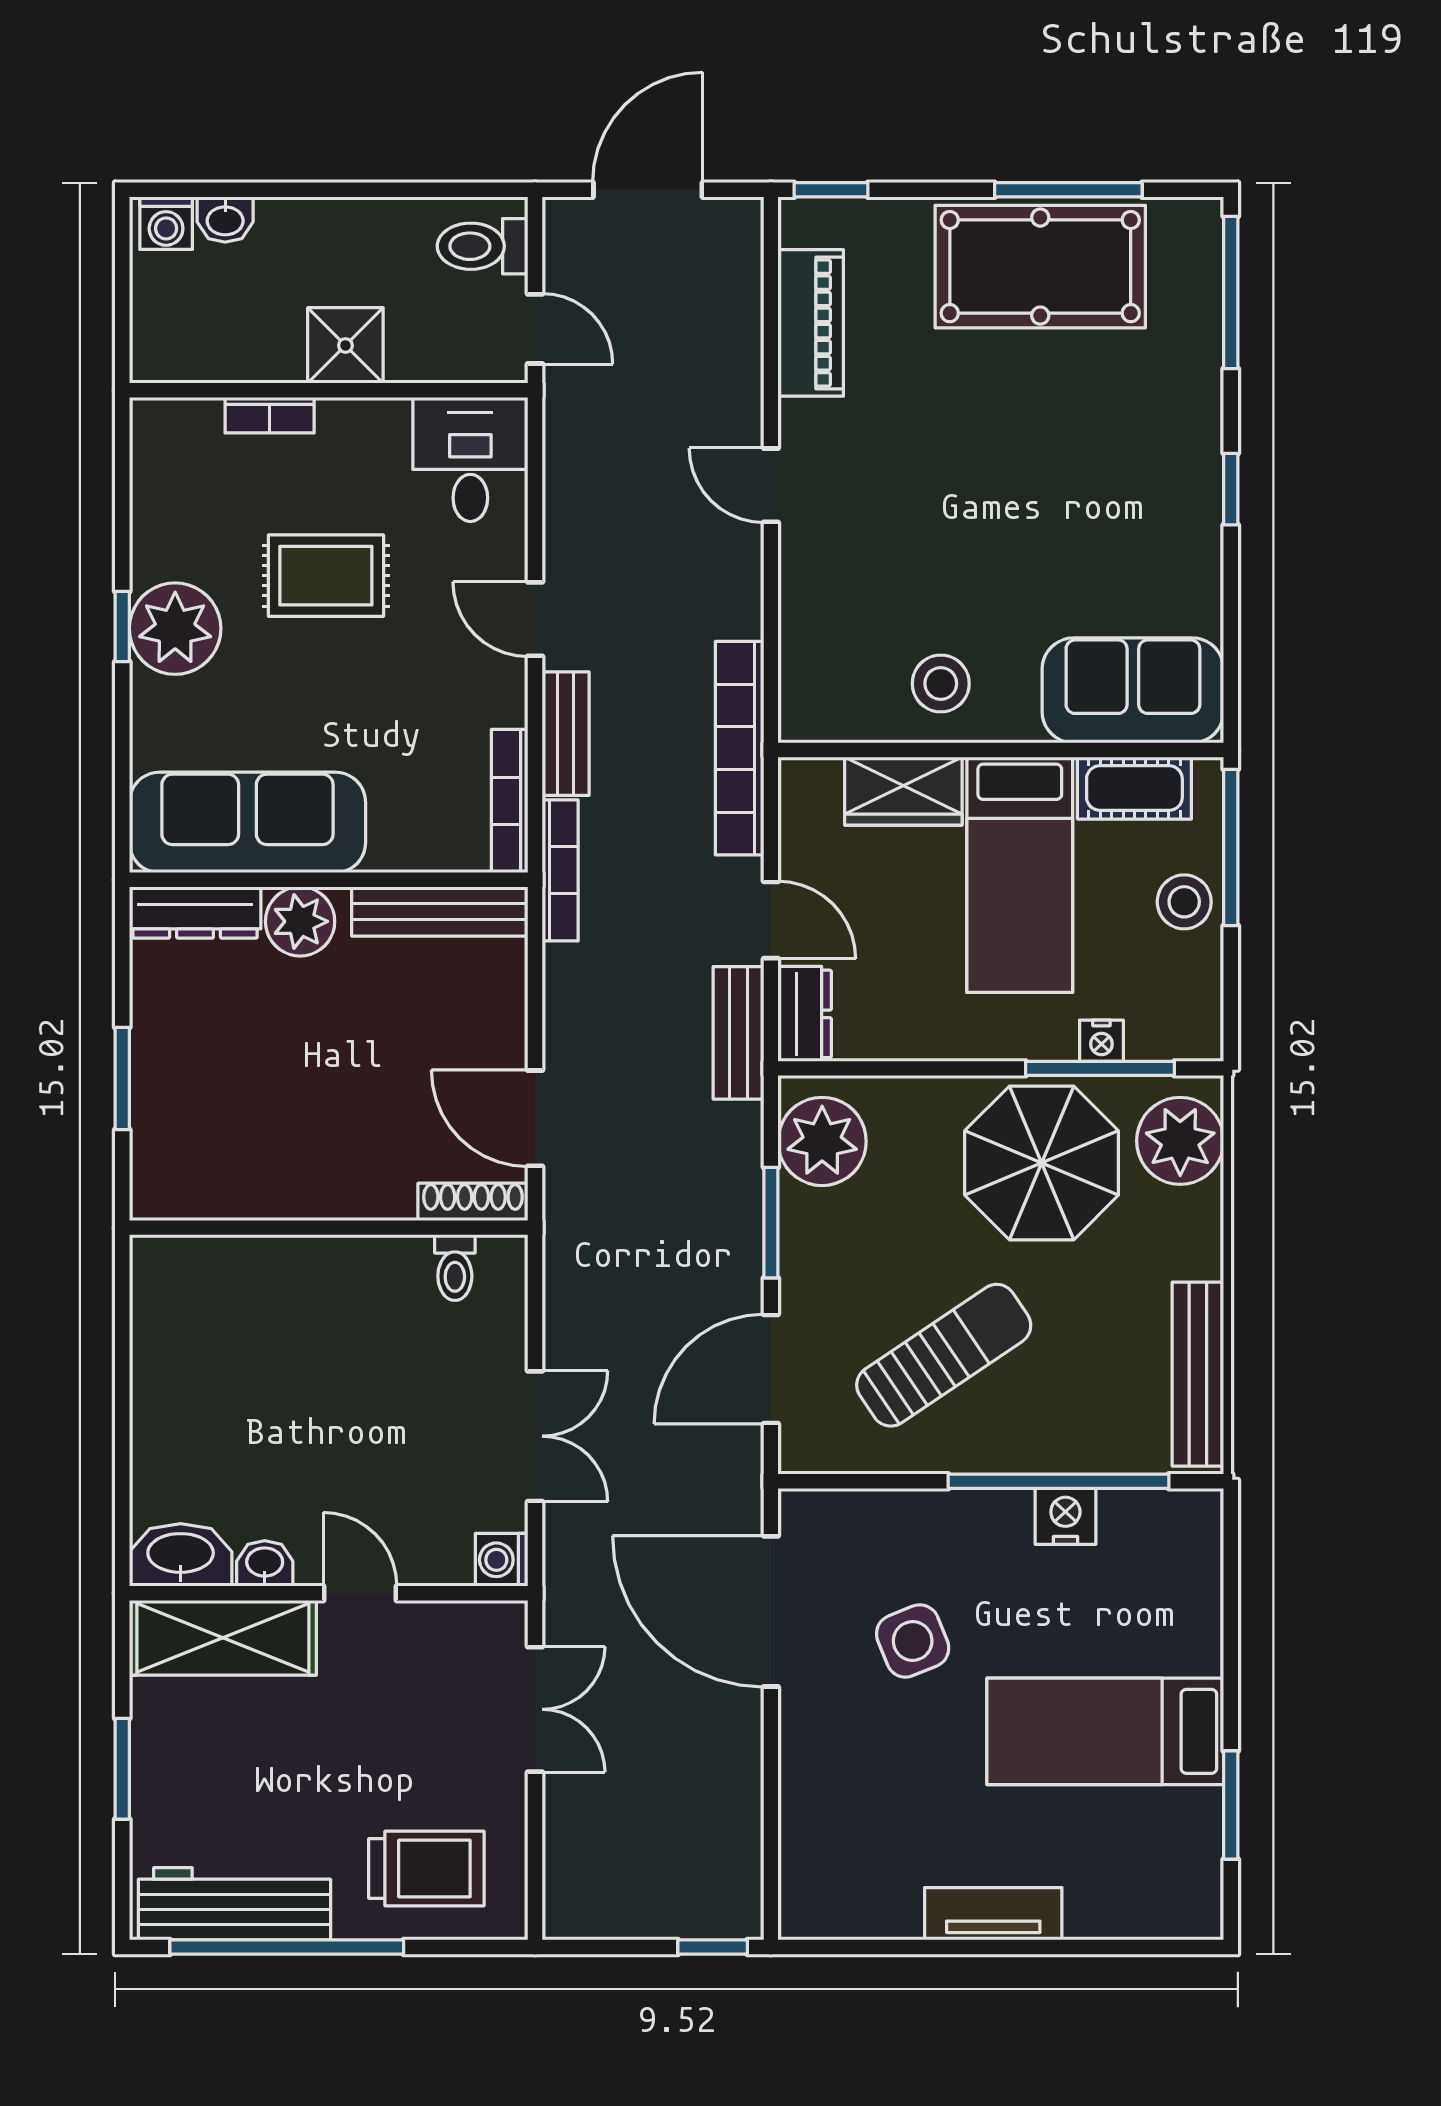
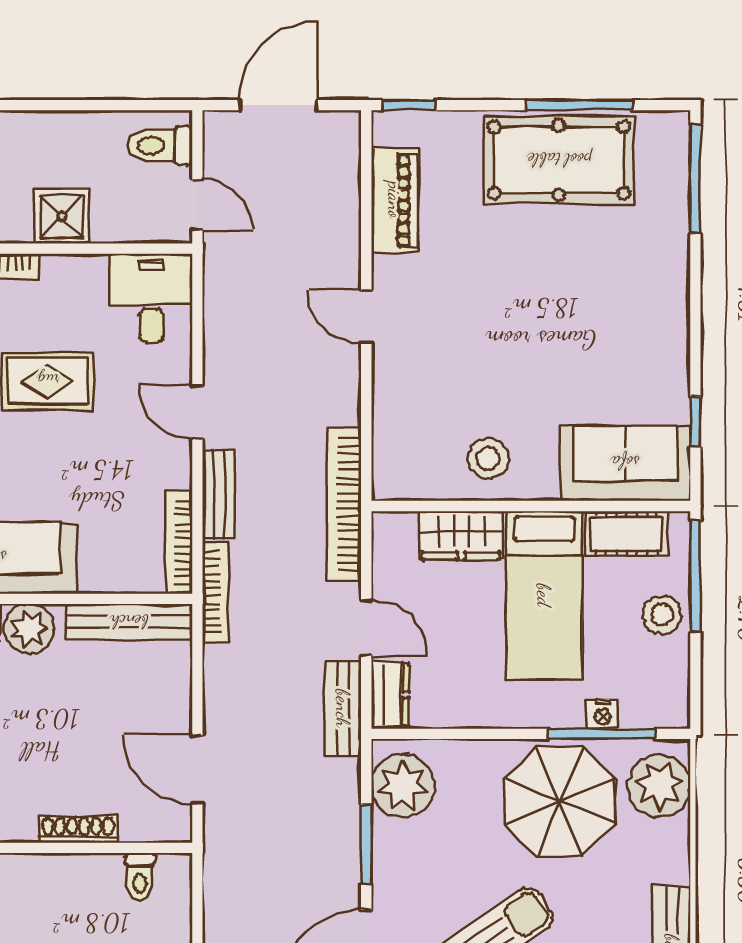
window: (1231, 489) -> (695, 422), moved
shoe rack: (473, 1202) -> (78, 829), moved

